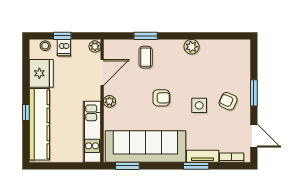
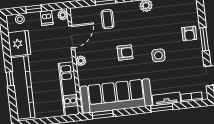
dishwasher: (64, 48) -> (47, 18), moved
armchair: (228, 101) -> (189, 33), moved, turned -114

